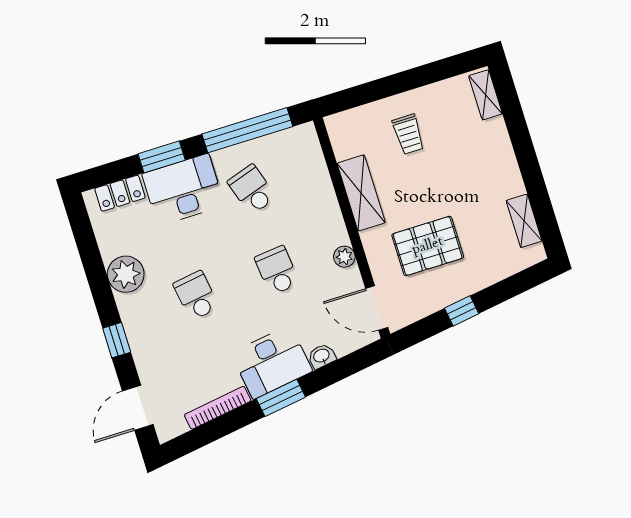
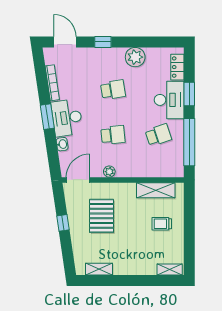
shelving: (361, 193) -> (156, 190), moved

